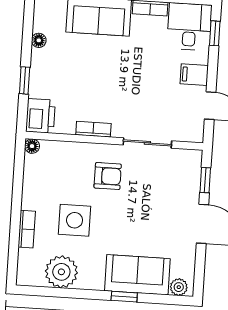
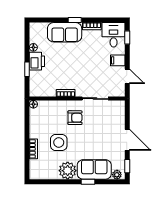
printer: (40, 116) -> (37, 61), moved
window: (205, 180) -> (127, 166), moved
plant: (61, 272) -> (68, 171), moved

